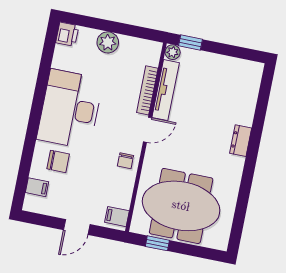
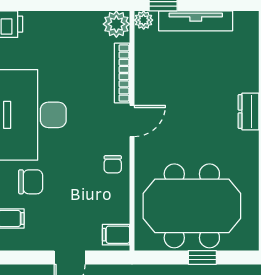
plant: (108, 42) -> (116, 24), moved
tv unit: (166, 90) -> (196, 21), moved, turned 90
window: (157, 243) -> (202, 257), moved

